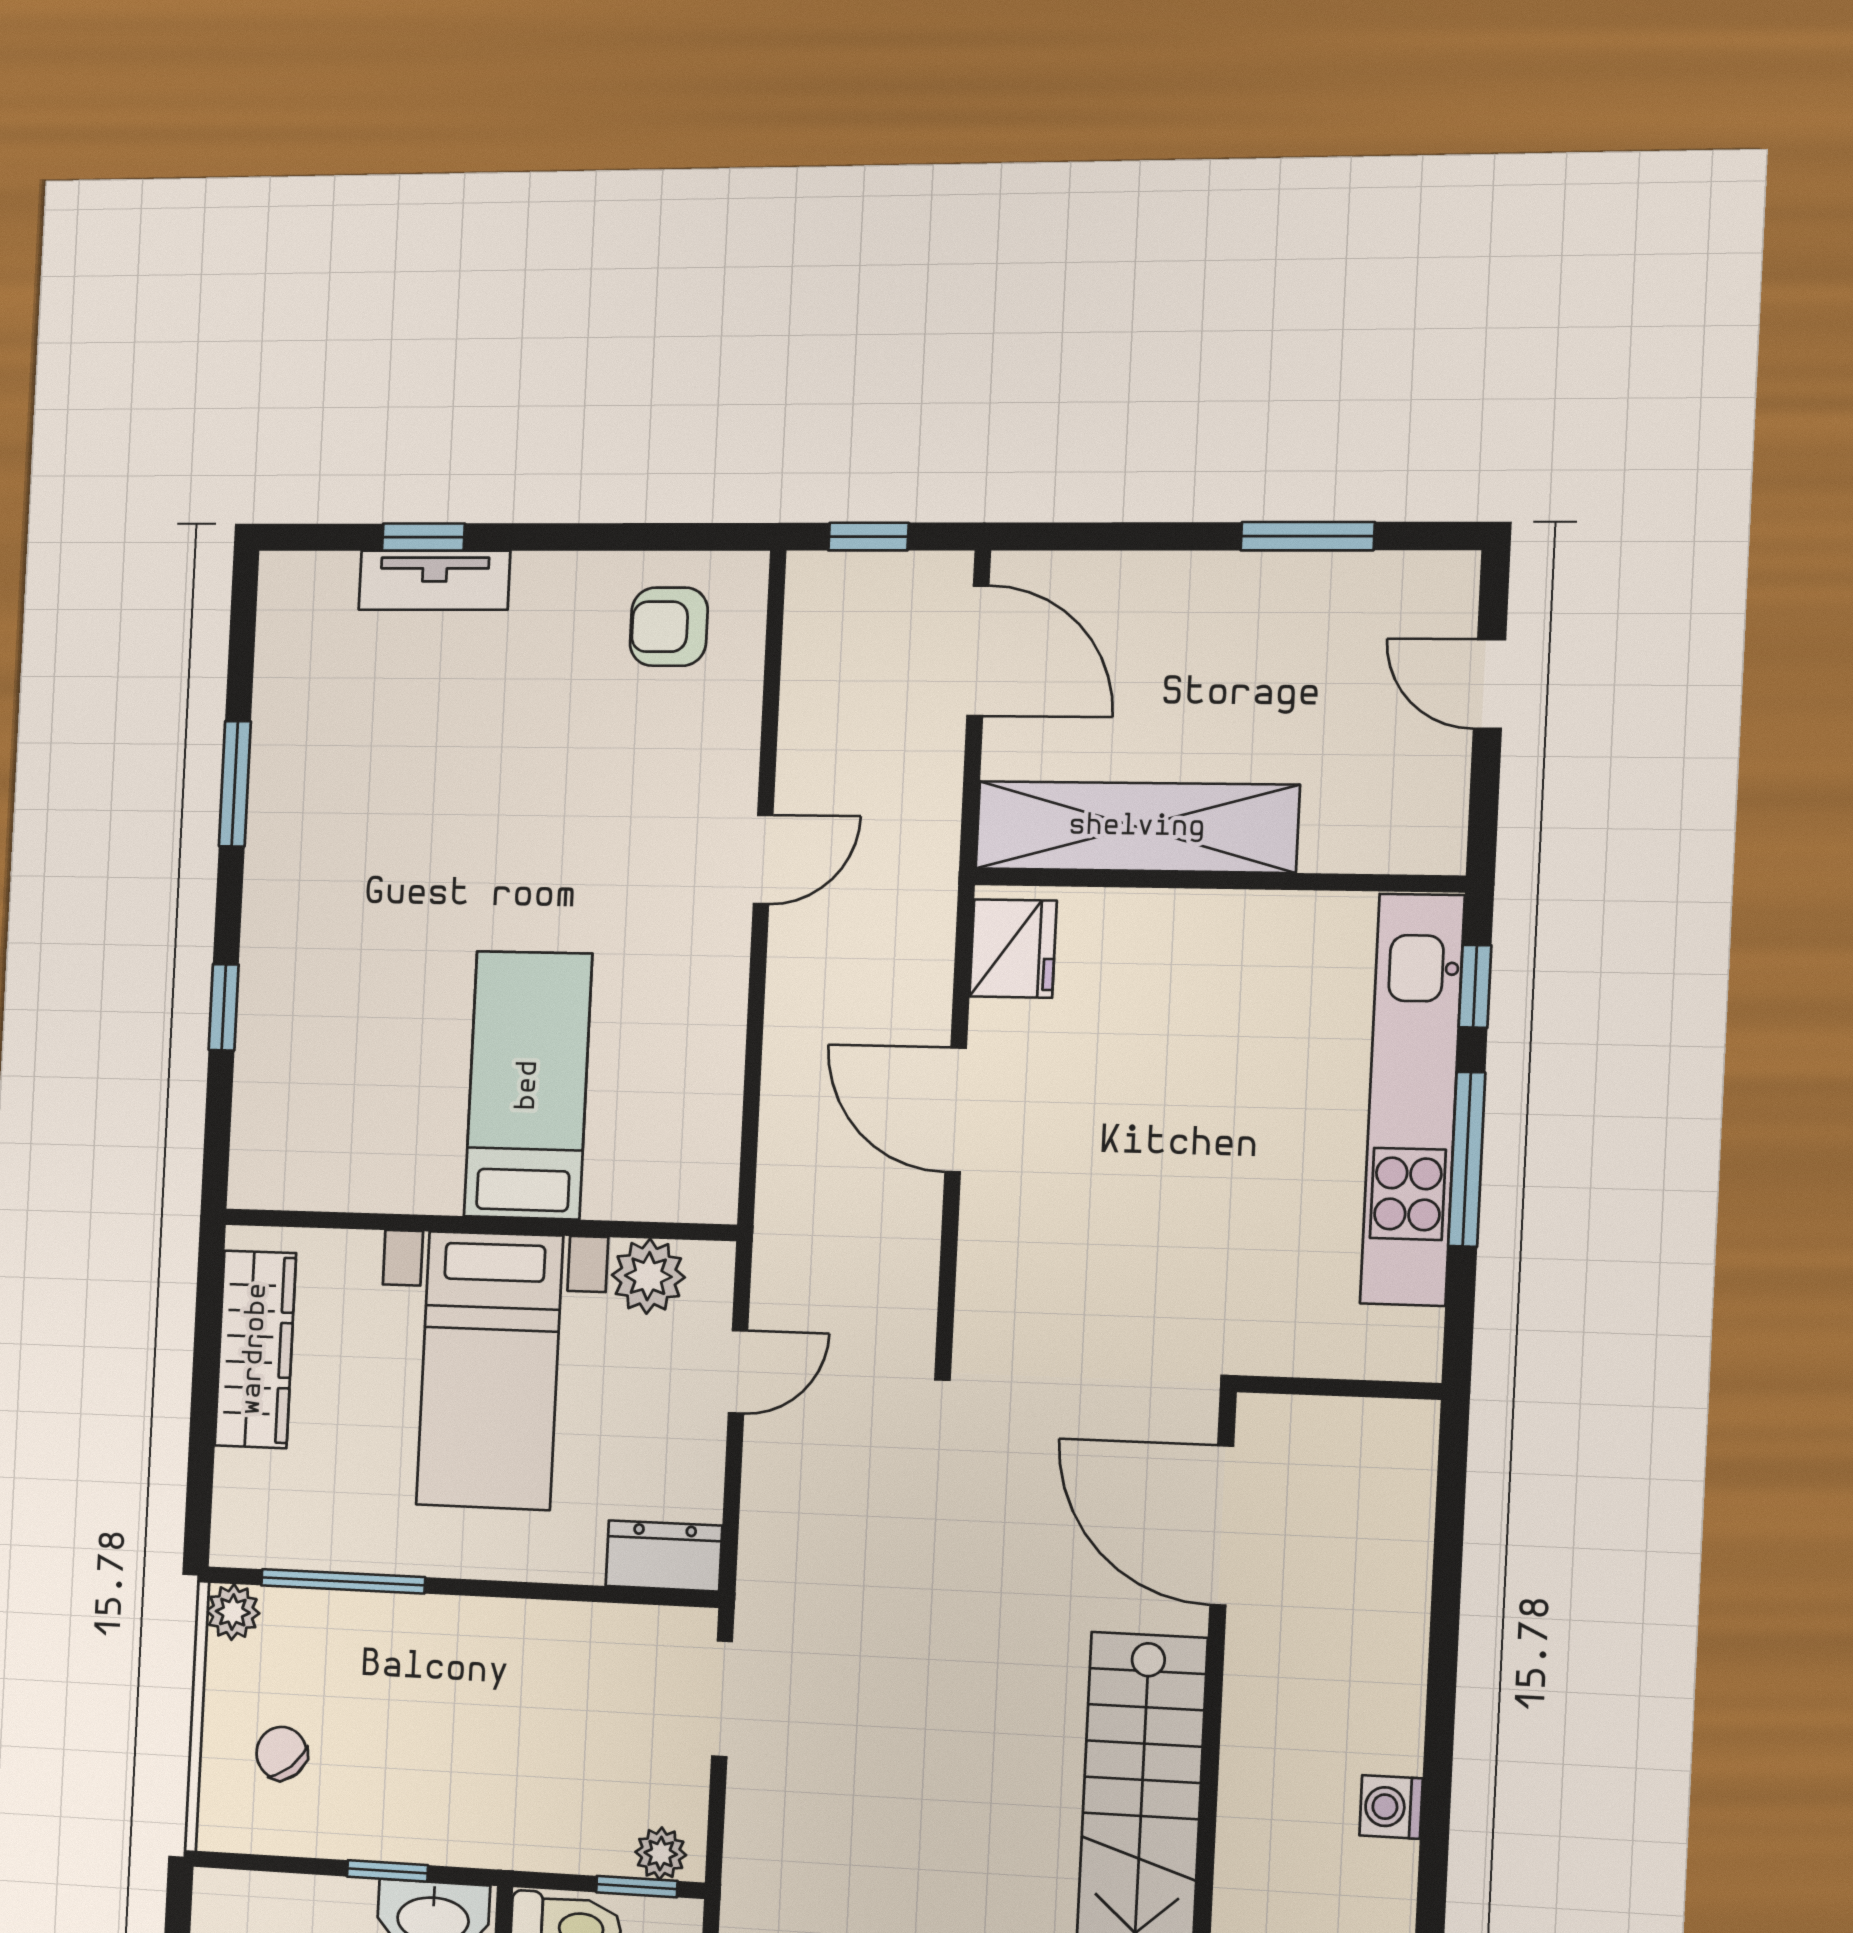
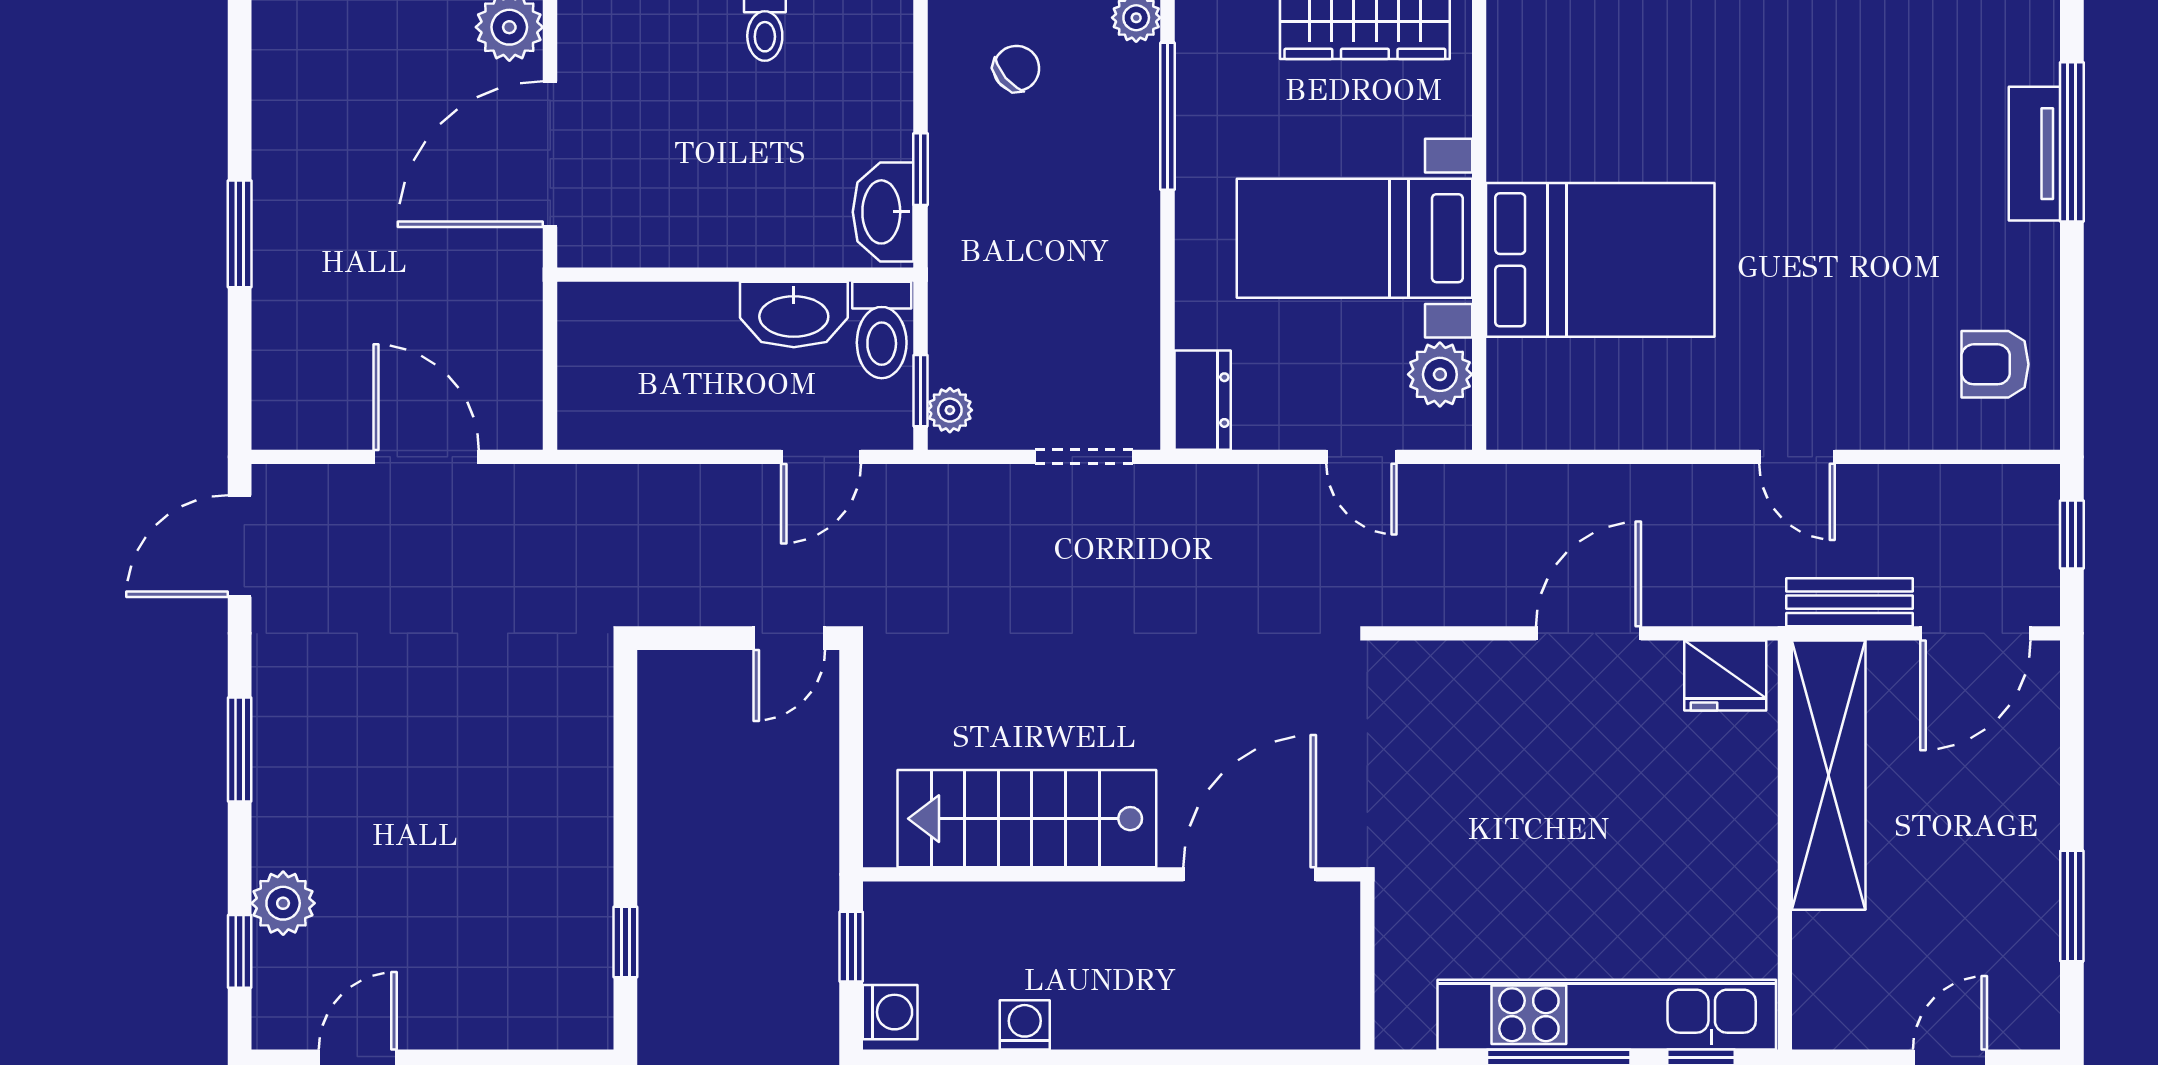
window: (423, 537) -> (2072, 142), width x2.17
armchair: (669, 627) -> (1995, 364), turned -90
bench: (934, 800) -> (1849, 602), added
bed: (528, 1085) -> (1600, 260), width x1.50

